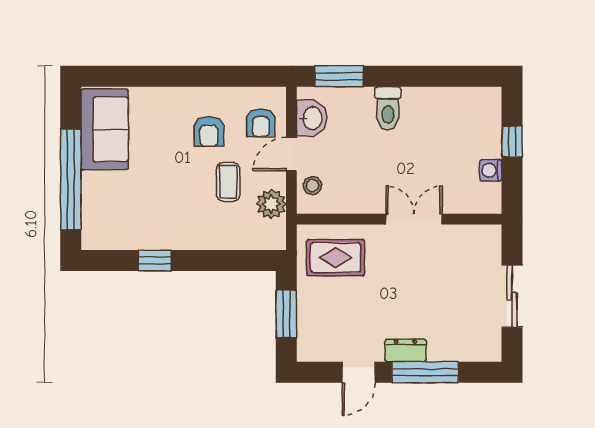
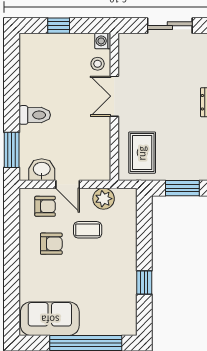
washing machine: (491, 170) -> (103, 41), moved, turned 90
stool: (312, 186) -> (98, 64), moved

